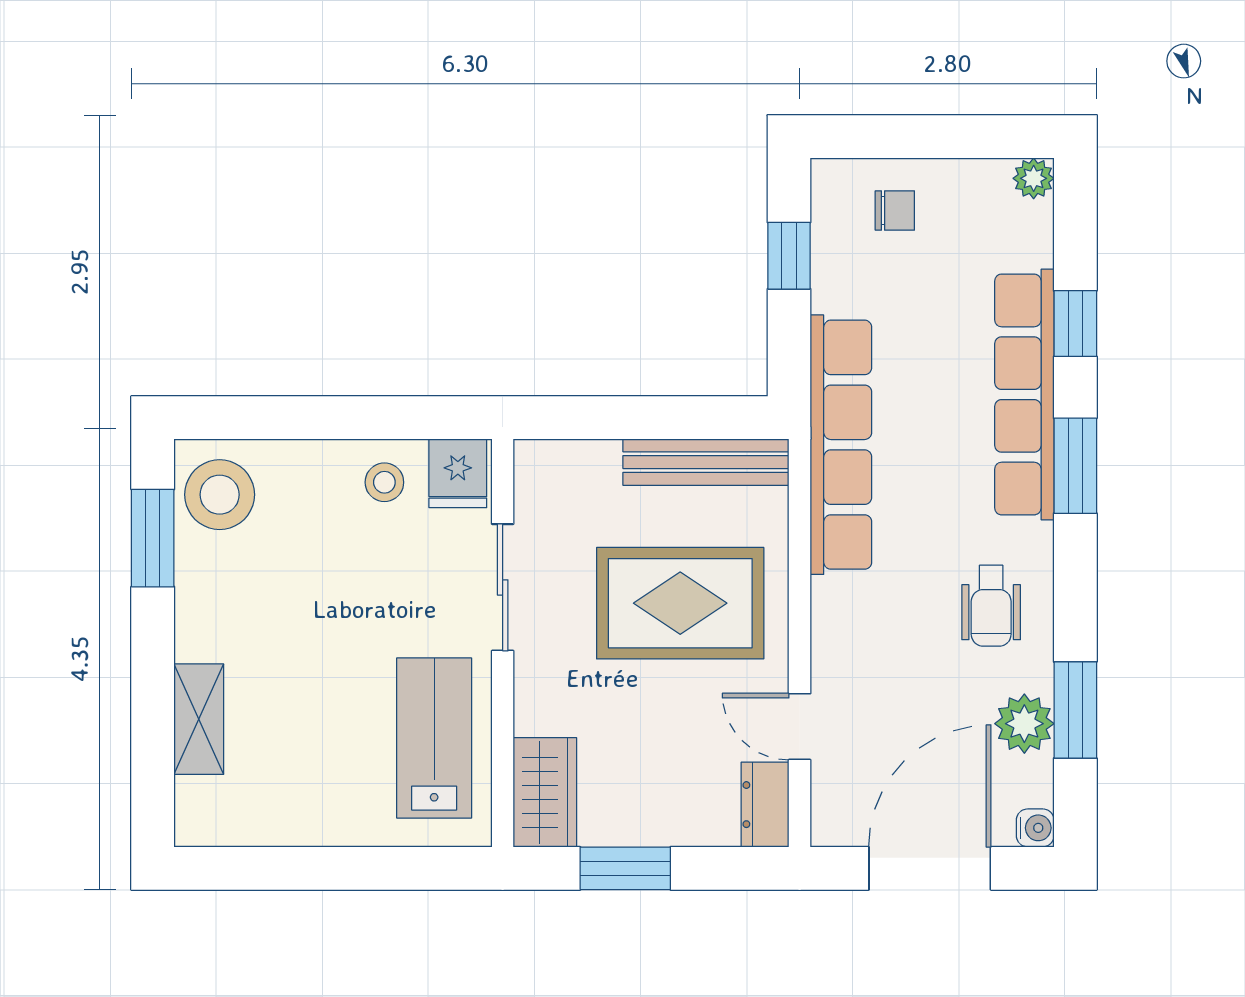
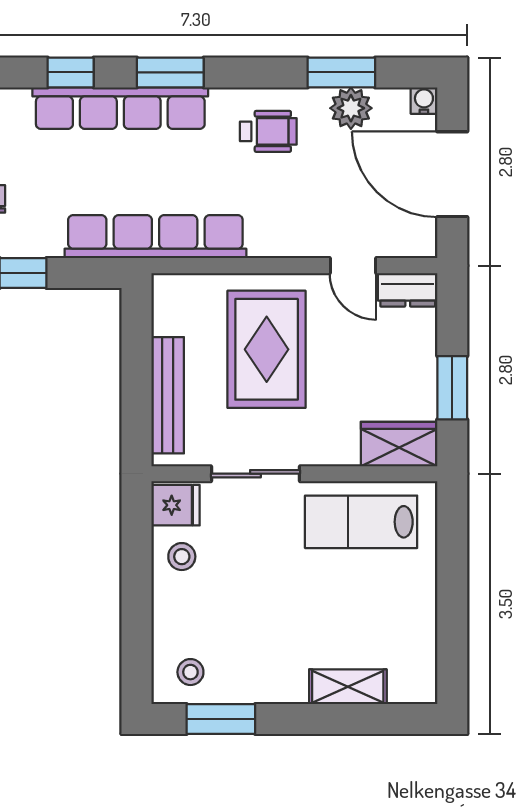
bench: (706, 462) -> (168, 395), moved
stool: (220, 495) -> (190, 672), width x0.53, depth x0.53
door: (800, 727) -> (353, 266), hinge flipped

